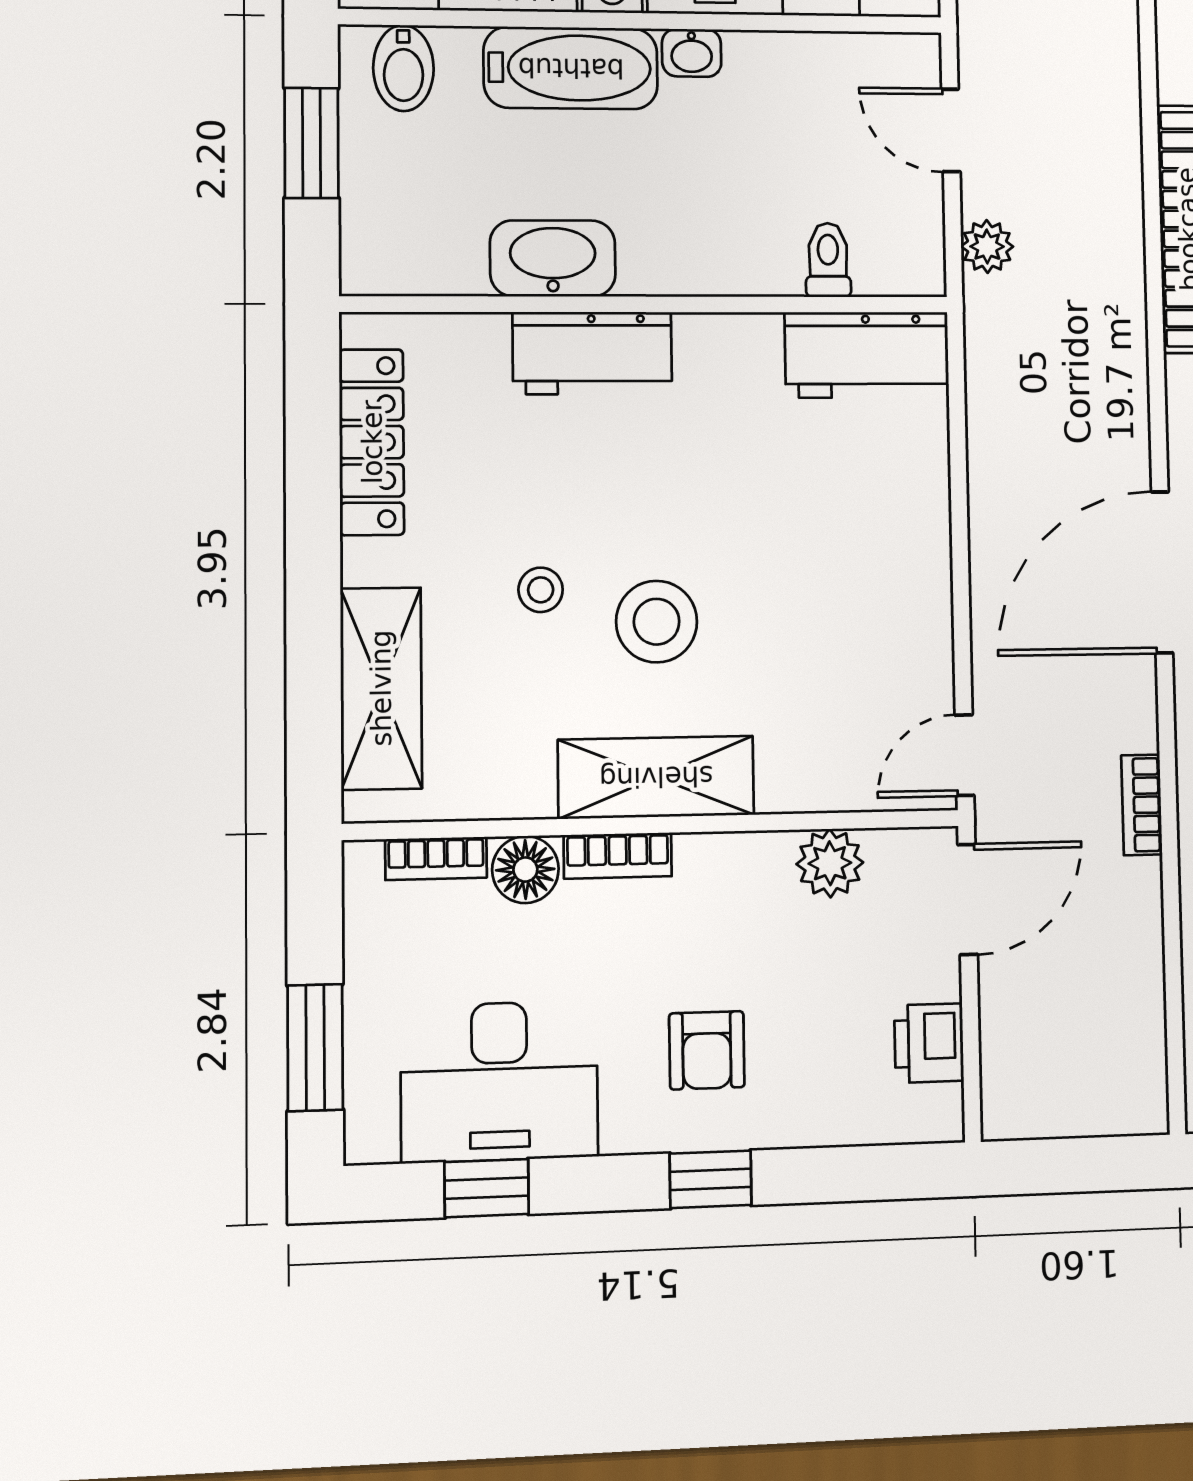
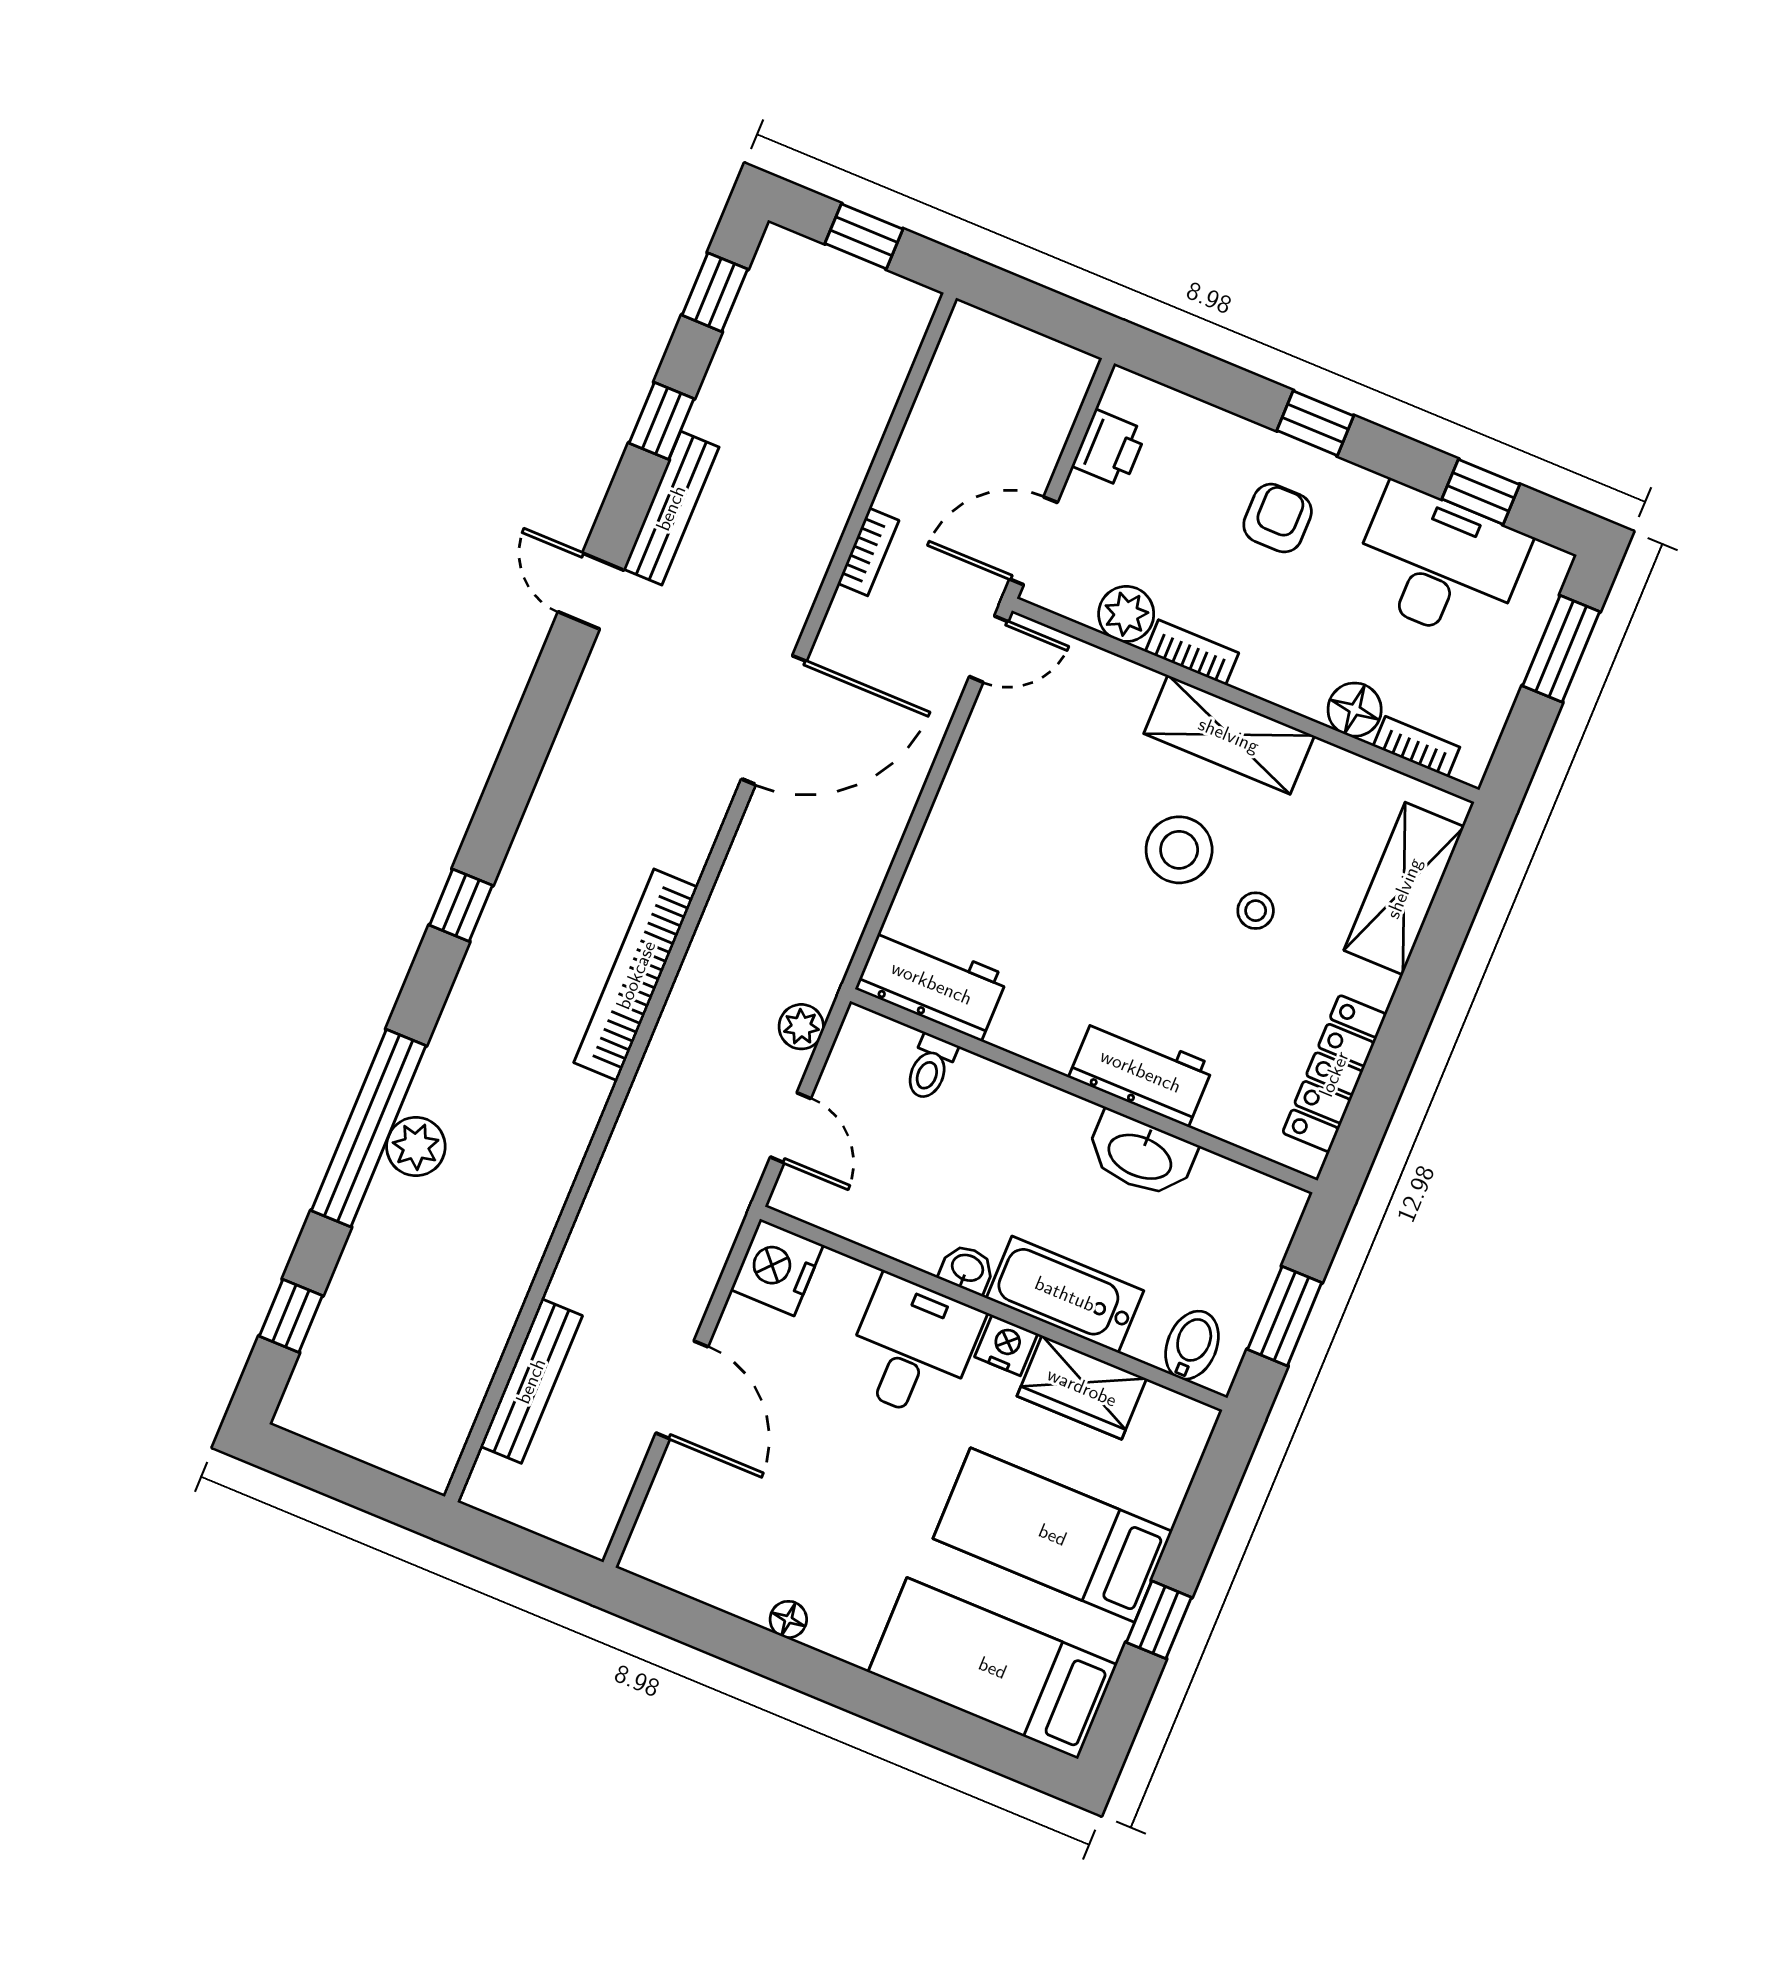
bookcase: (618, 856) -> (1192, 652), moved

